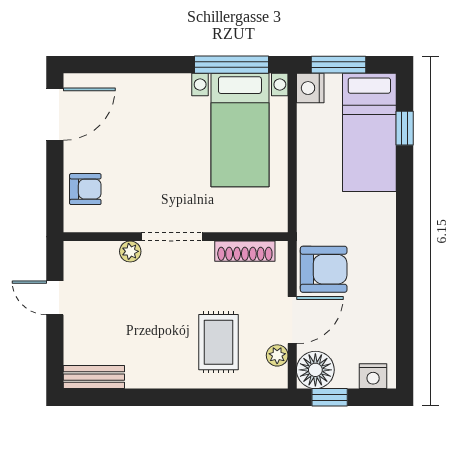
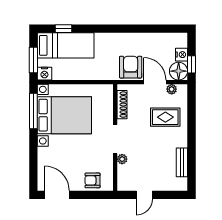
bed with nightstands: (240, 130) -> (64, 115), width x1.36
armchair: (85, 189) -> (93, 180), turned -90
nightstand: (373, 376) -> (181, 55), moved
bench: (94, 377) -> (182, 162), moved

